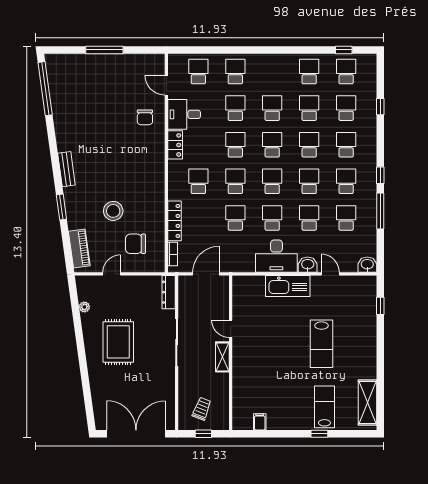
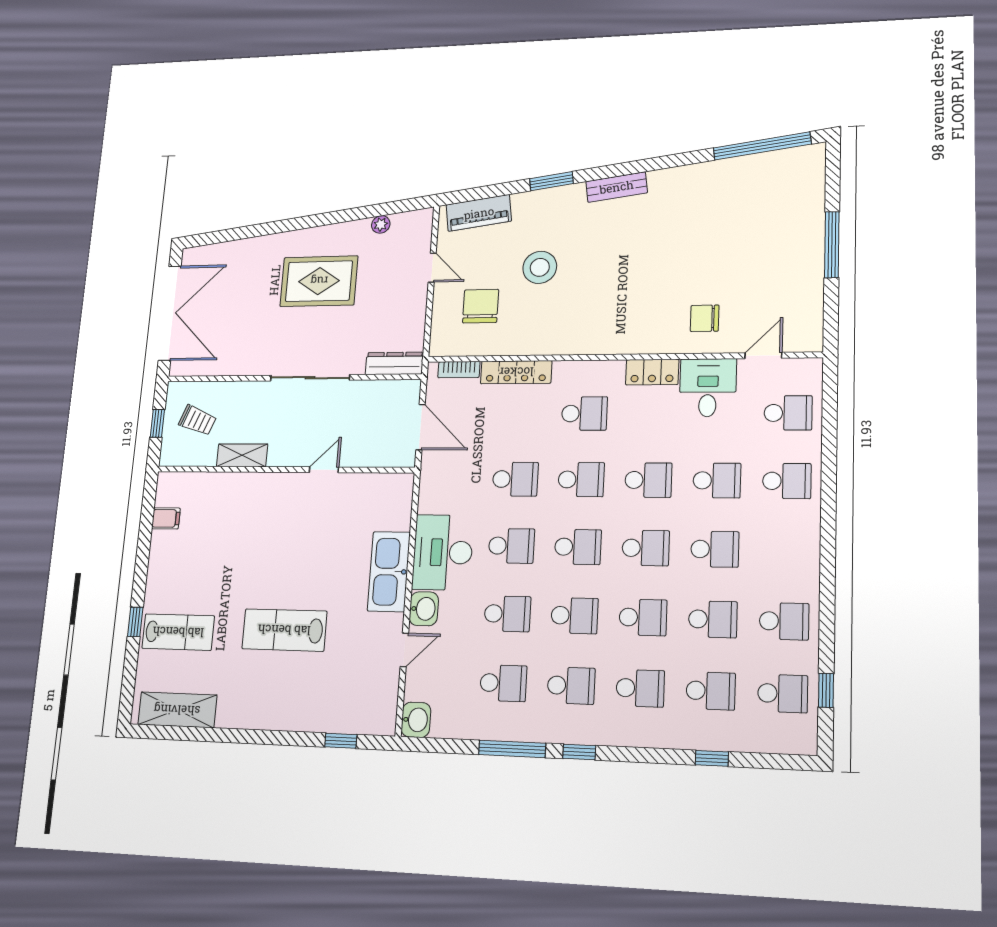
shelving: (222, 357) -> (242, 455), moved

